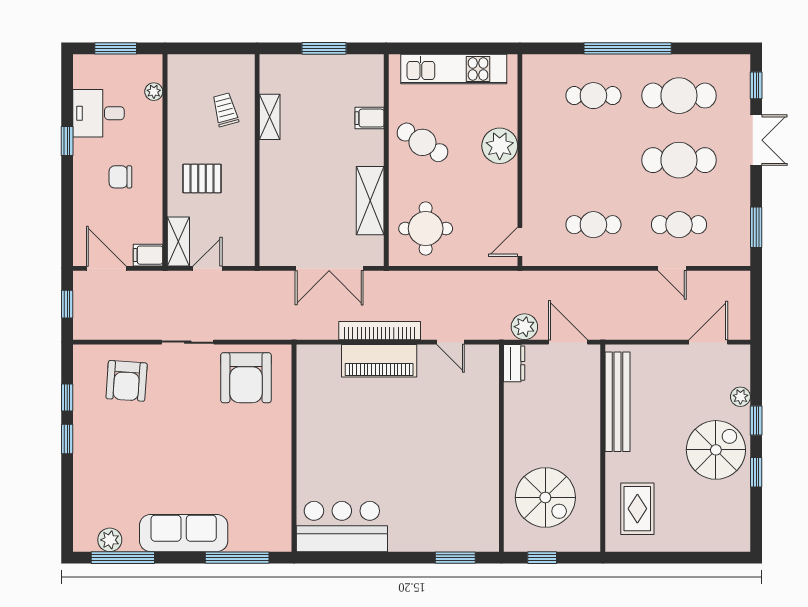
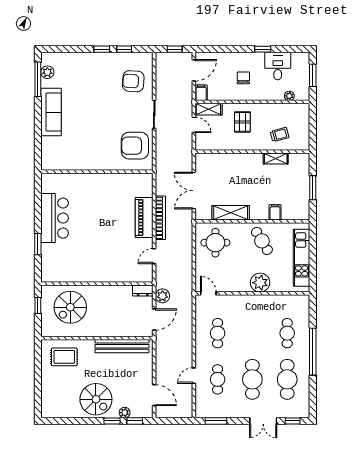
cafe table: (422, 142) -> (262, 241), turned -63
window: (756, 472) -> (135, 421), moved
bar counter: (342, 527) -> (55, 218), moved
window: (237, 558) -> (38, 141), removed
window: (455, 558) -> (38, 244), moved

